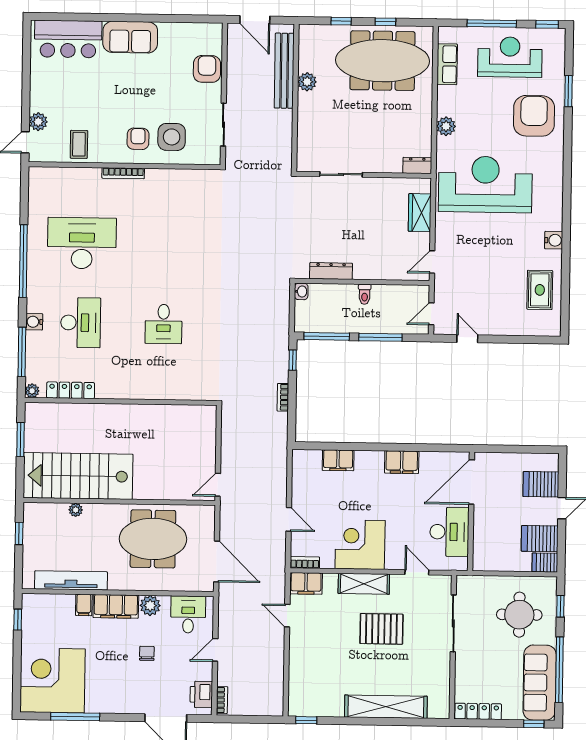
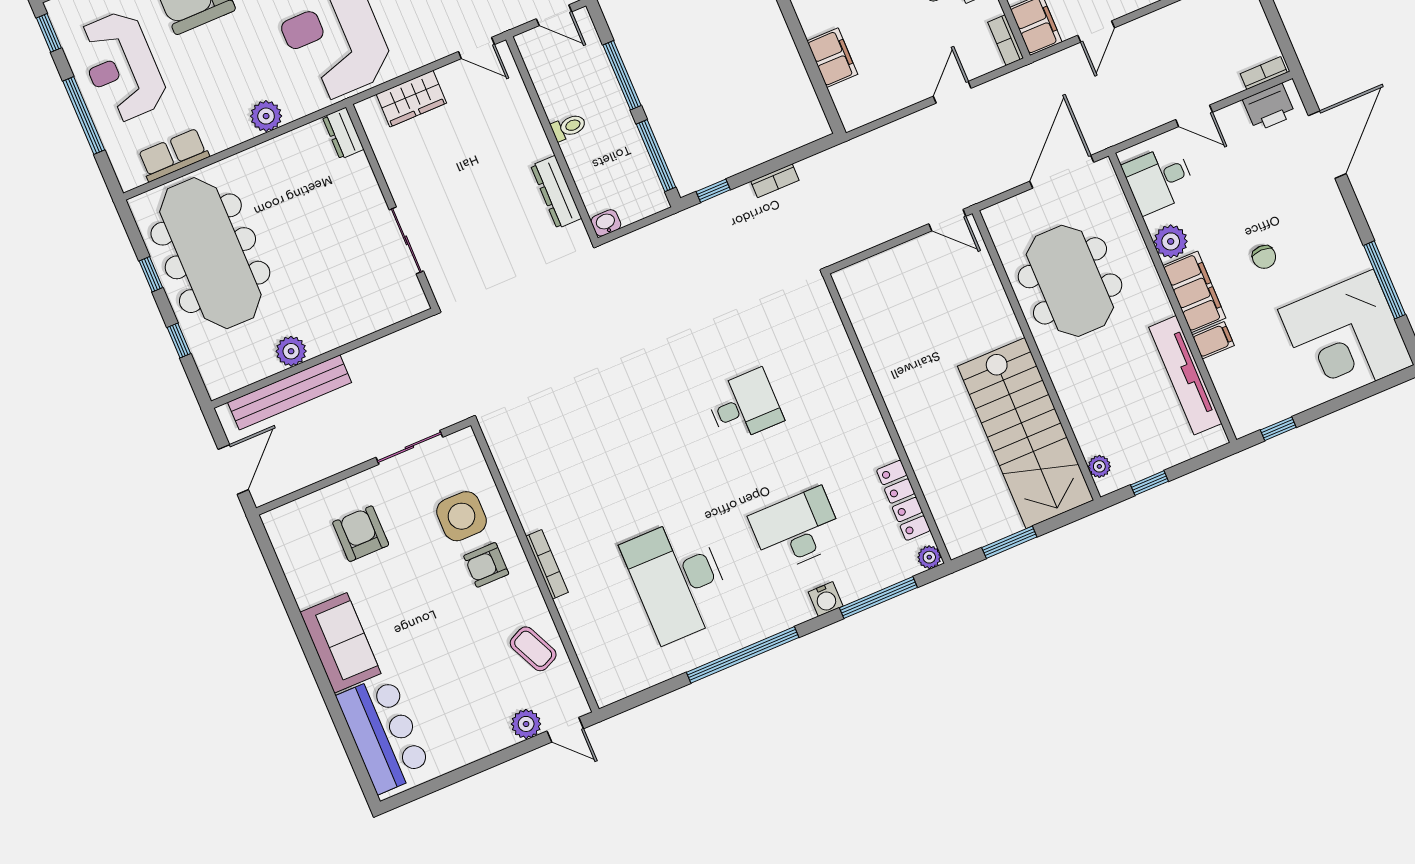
armchair: (207, 69) -> (361, 534), moved, turned 90
coffee table: (79, 144) -> (533, 649), turned 65
plant: (76, 510) -> (1099, 466), moved
chair: (147, 653) -> (1264, 257), moved, turned -90

